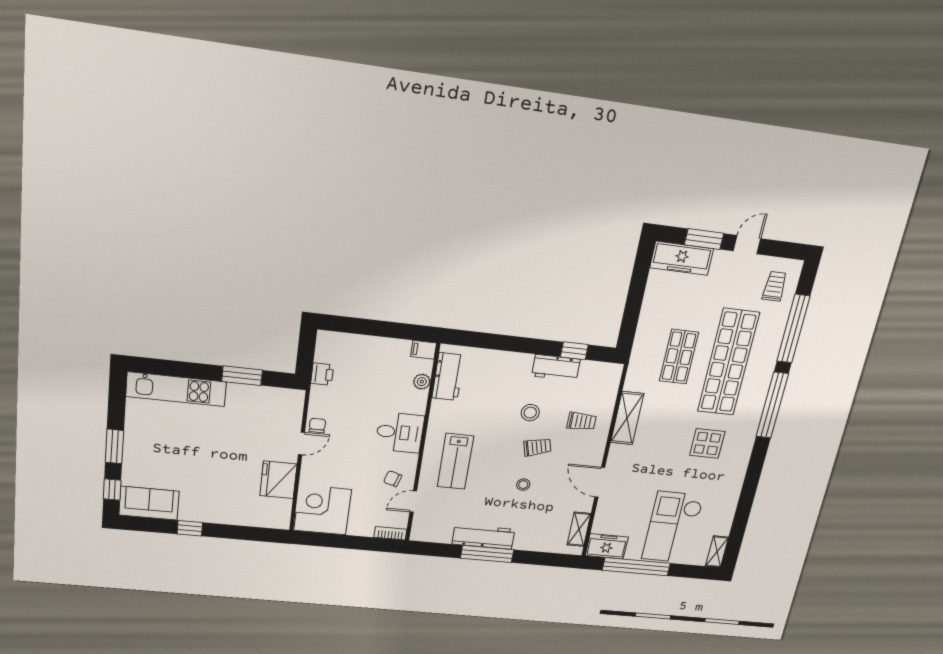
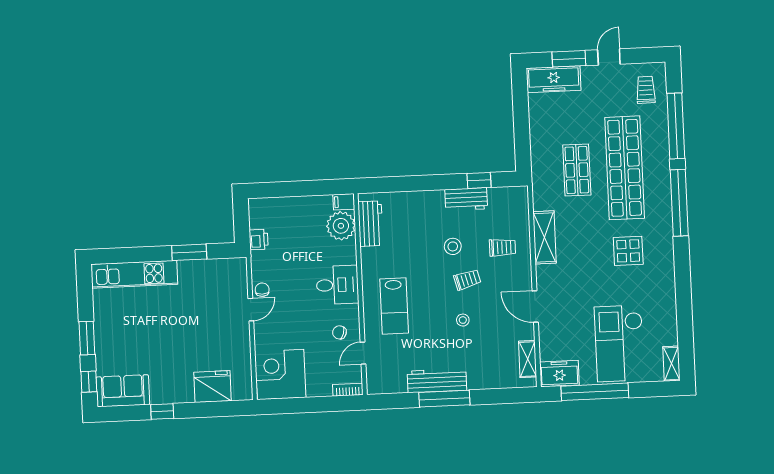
plant: (422, 382) -> (341, 226), width x1.87, depth x1.87
fridge: (278, 480) -> (213, 387), moved, turned 90

